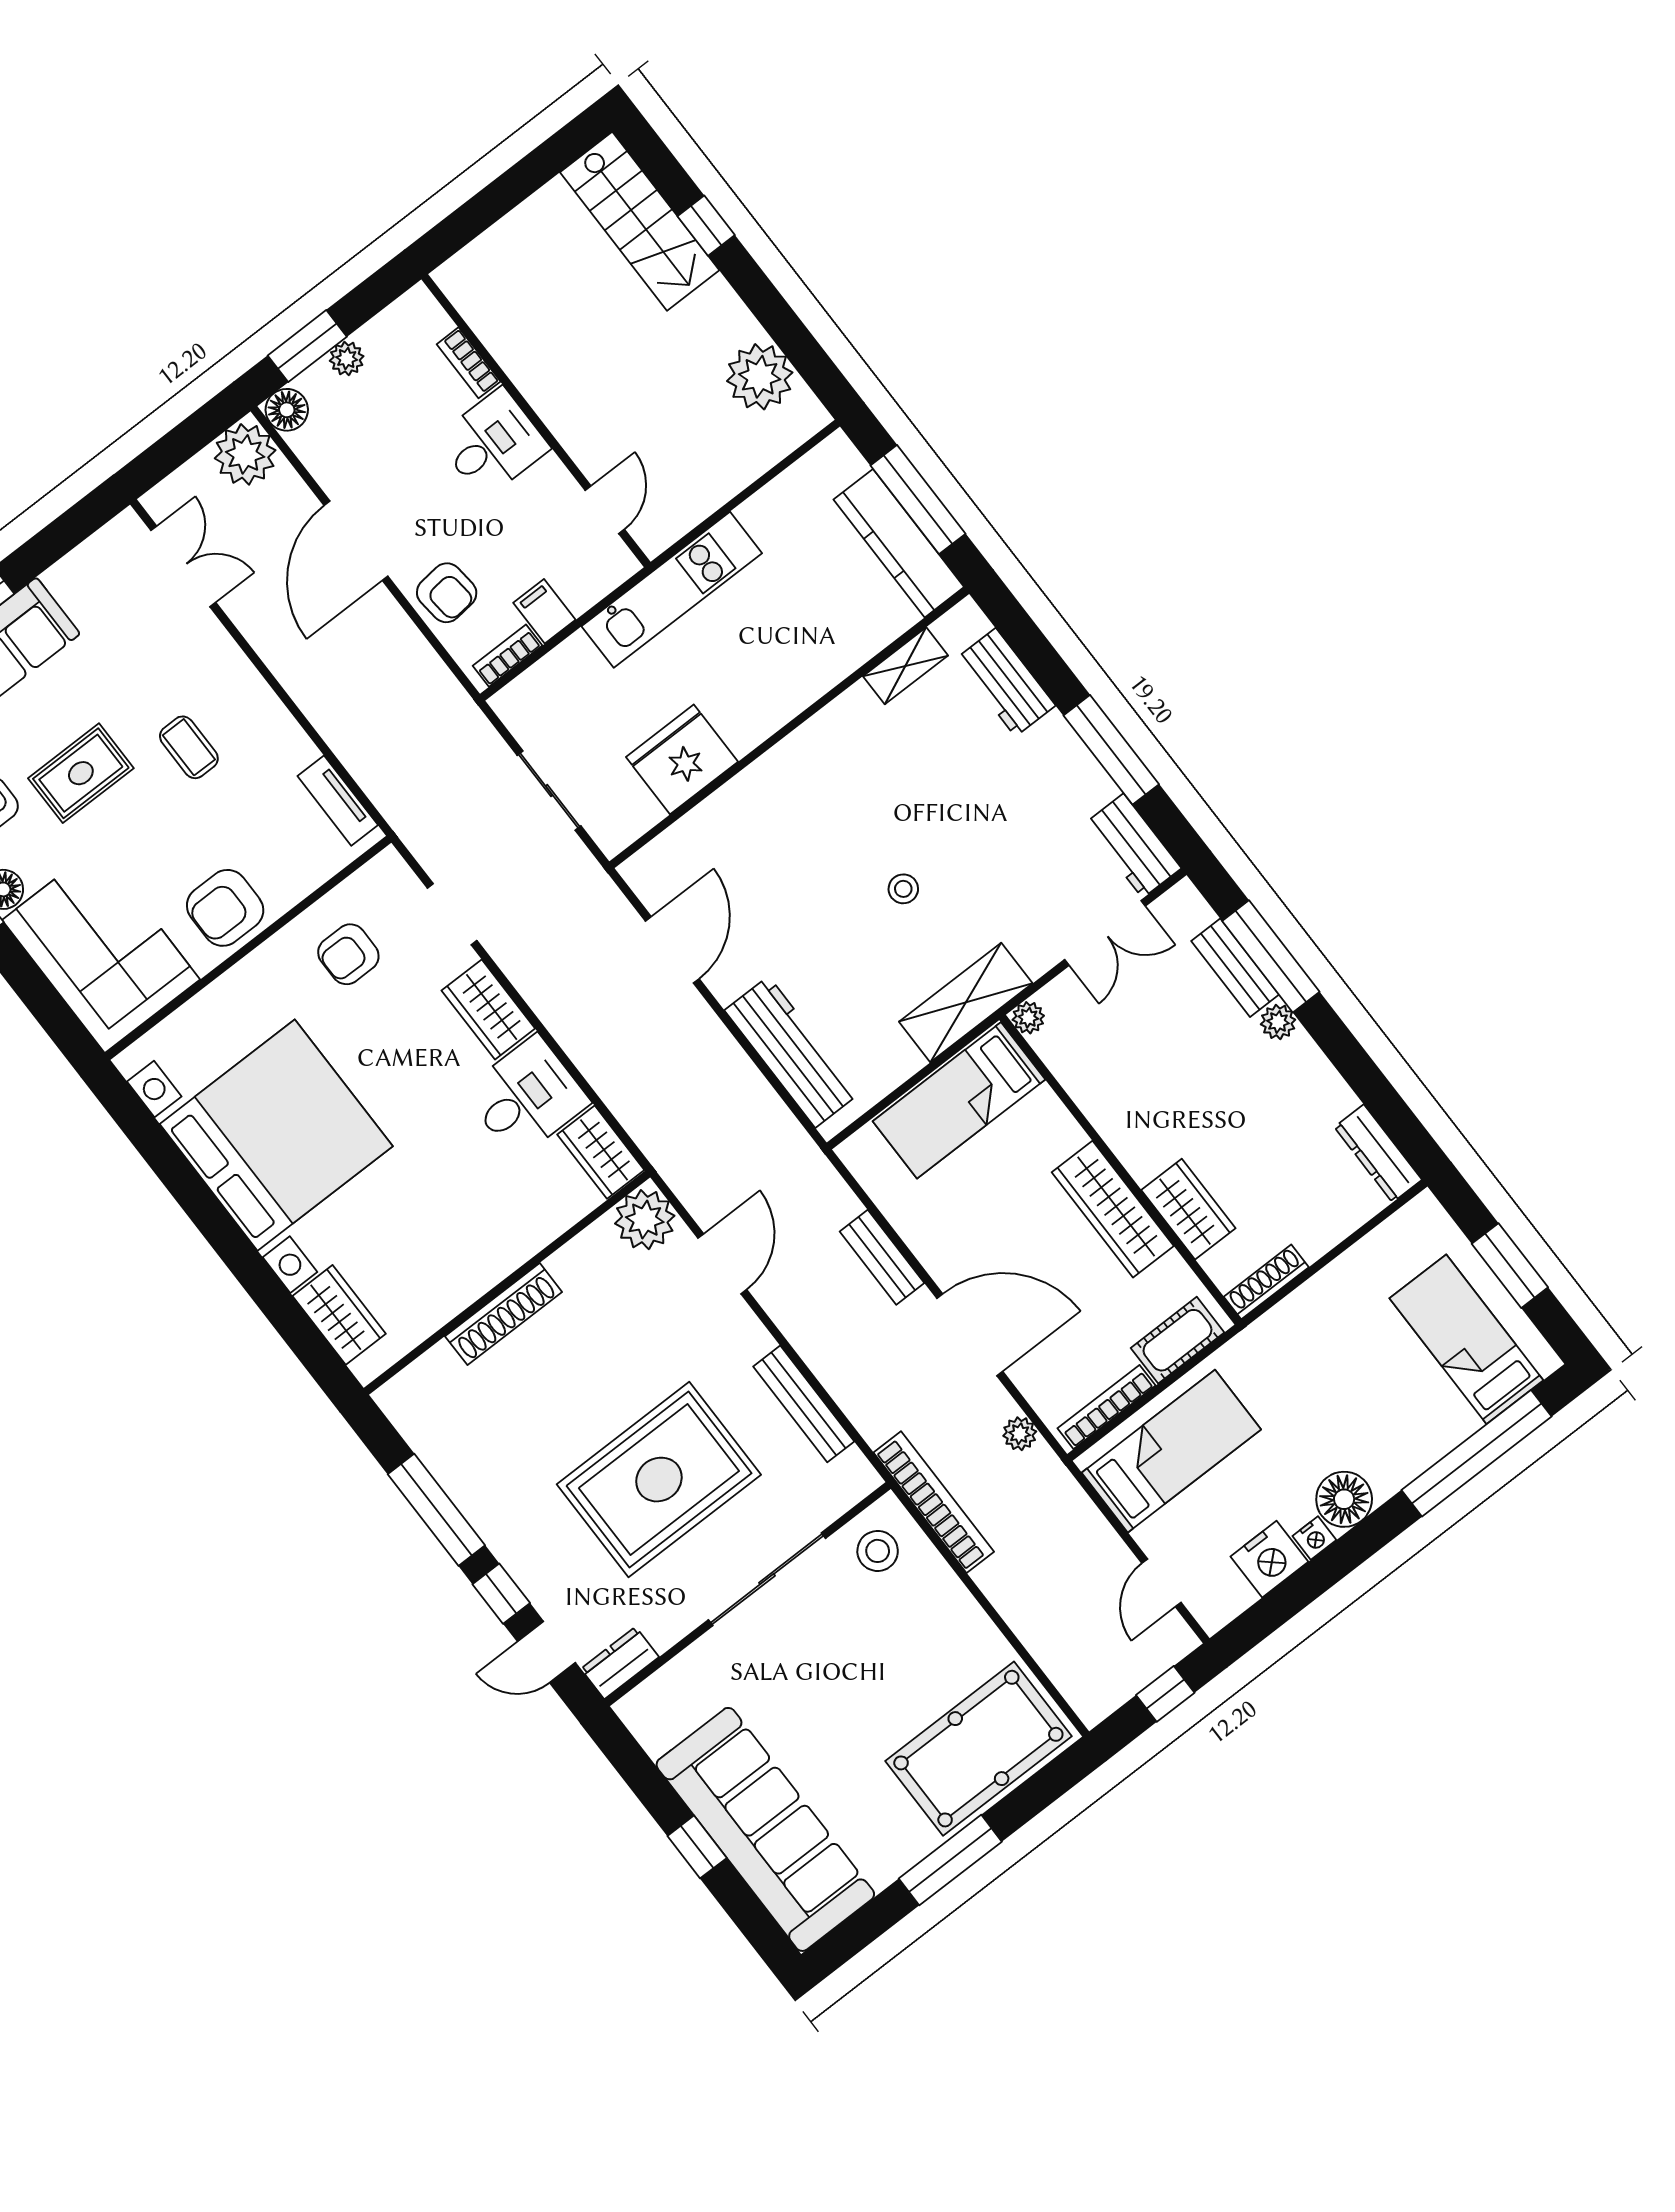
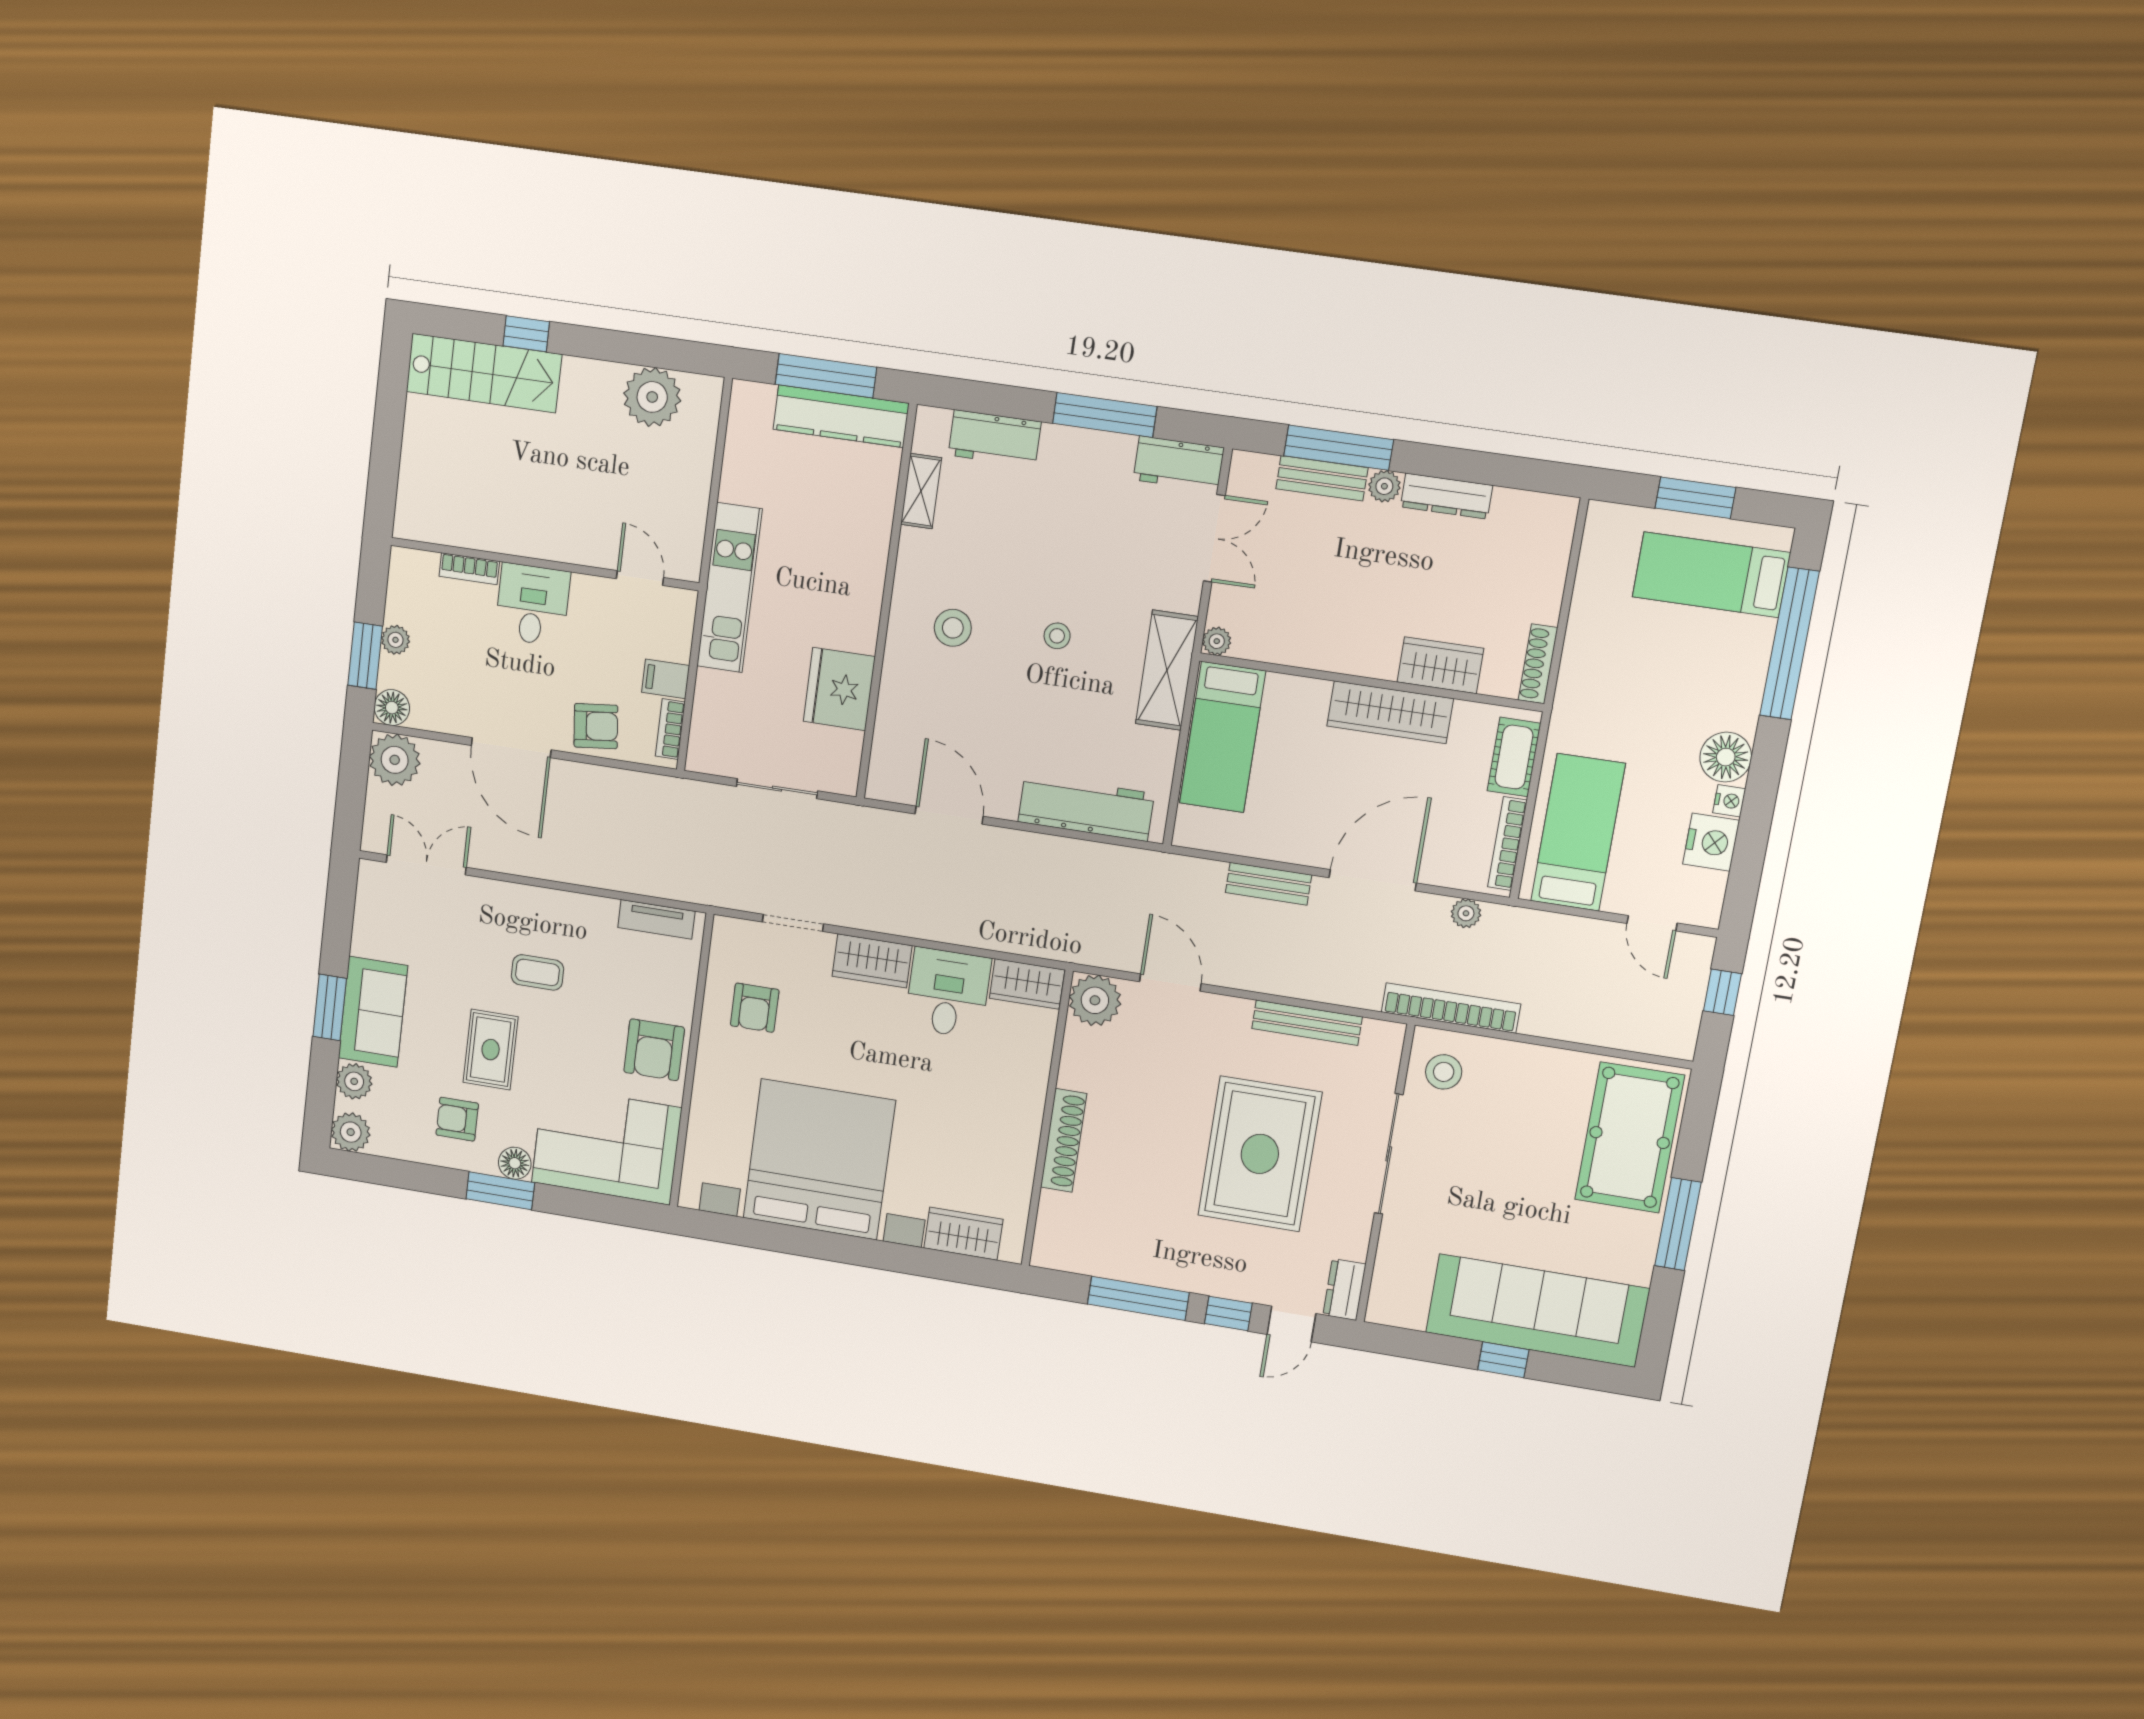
stool: (824, 800) -> (953, 628), added
dresser: (1378, 1153) -> (1446, 496), moved

